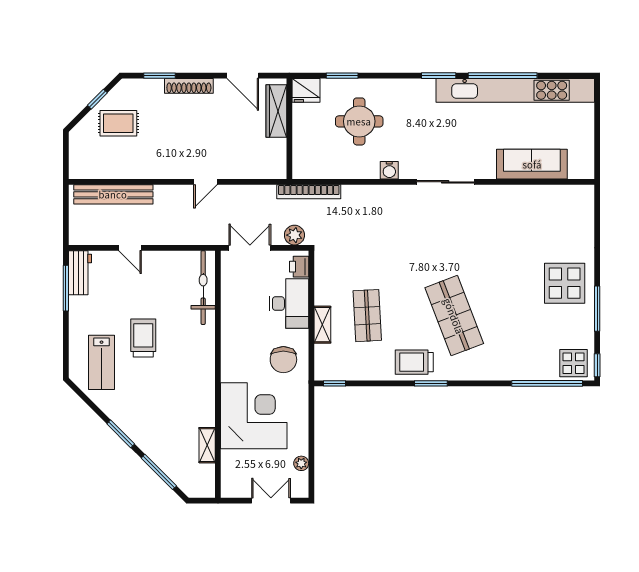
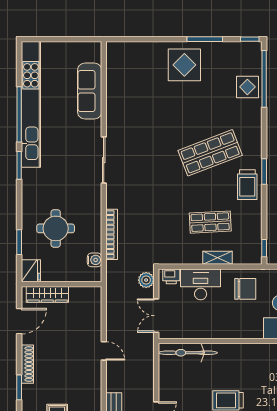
water cooler: (389, 170) -> (94, 260), moved
bookcase: (309, 192) -> (112, 234), moved
display table: (573, 363) -> (247, 87), moved

